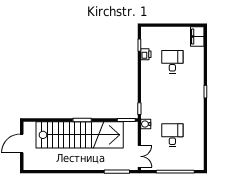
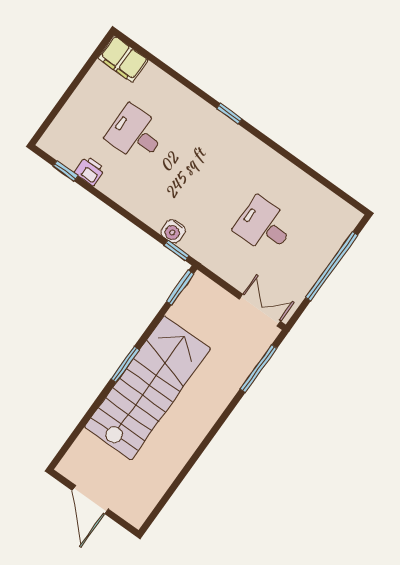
water cooler: (146, 124) -> (173, 231), moved
stairs: (80, 135) -> (148, 388), width x0.73

